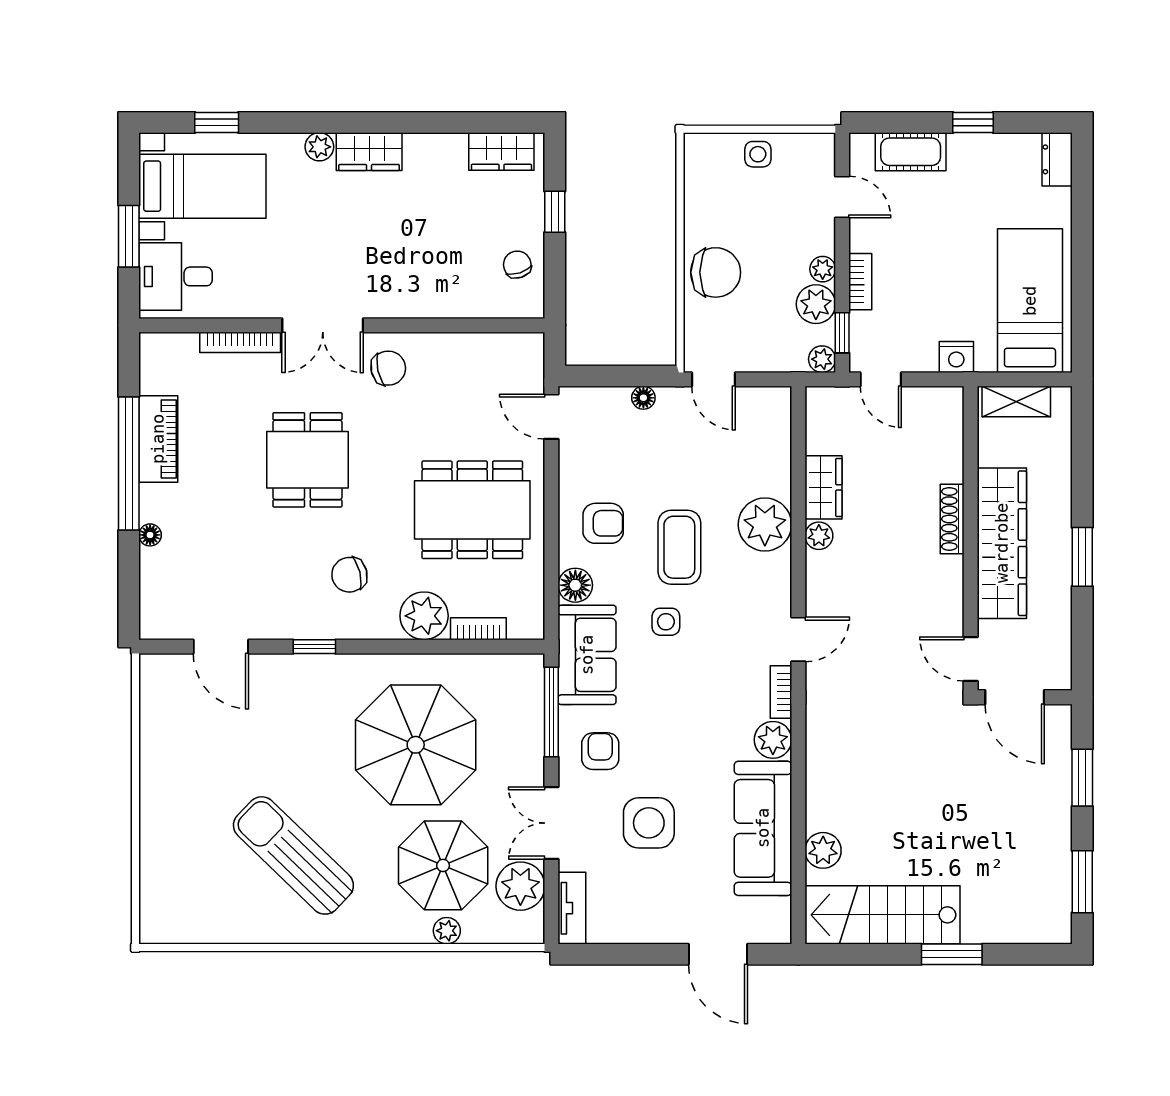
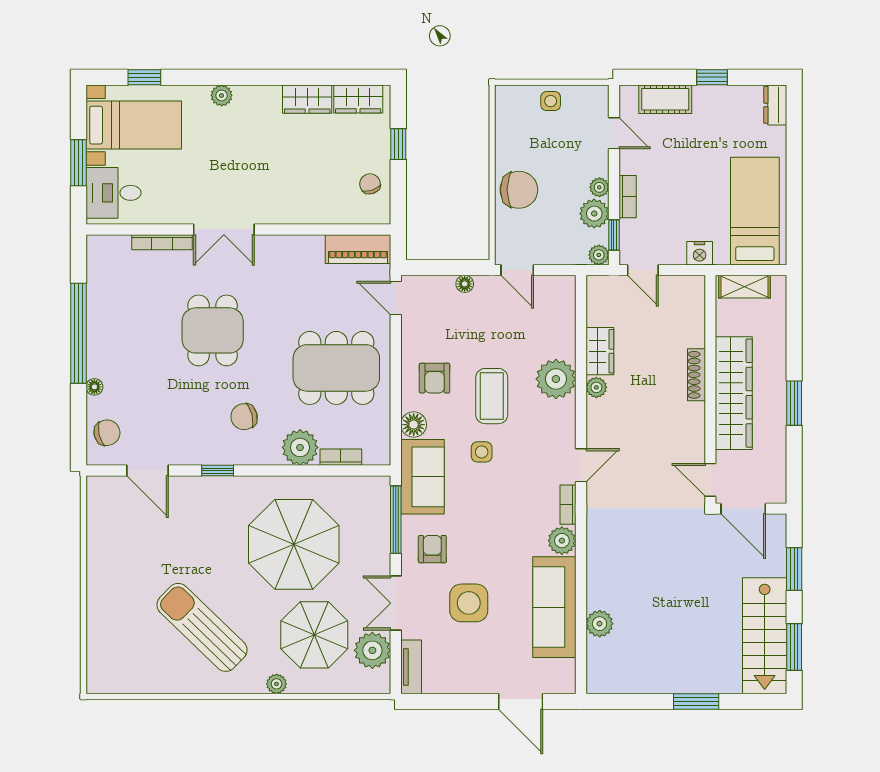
wardrobe: (369, 152) -> (307, 99), moved
chair: (388, 368) -> (107, 433), moved
piano: (158, 439) -> (358, 249), moved, turned 90
armchair: (603, 523) -> (434, 378), turned 90
stairs: (882, 915) -> (765, 636), moved, turned -90
plant: (447, 931) -> (277, 684), moved

